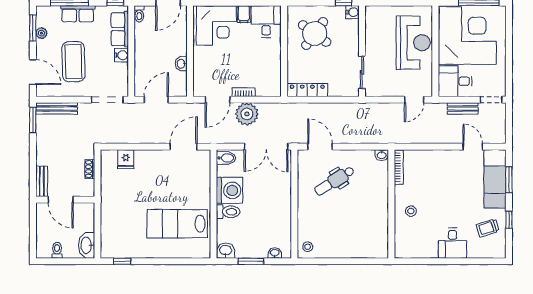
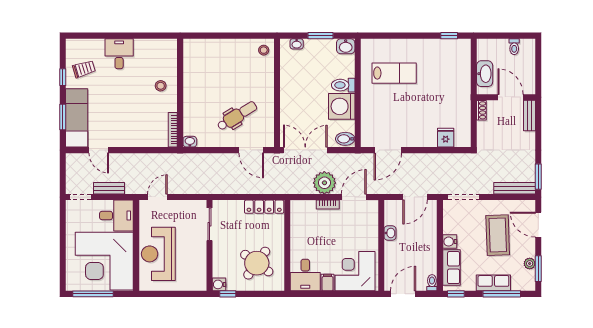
shoe rack: (90, 169) -> (481, 110), moved
lab bench: (177, 224) -> (394, 73), width x0.73, depth x0.72
washbasin: (87, 245) -> (485, 74), moved

